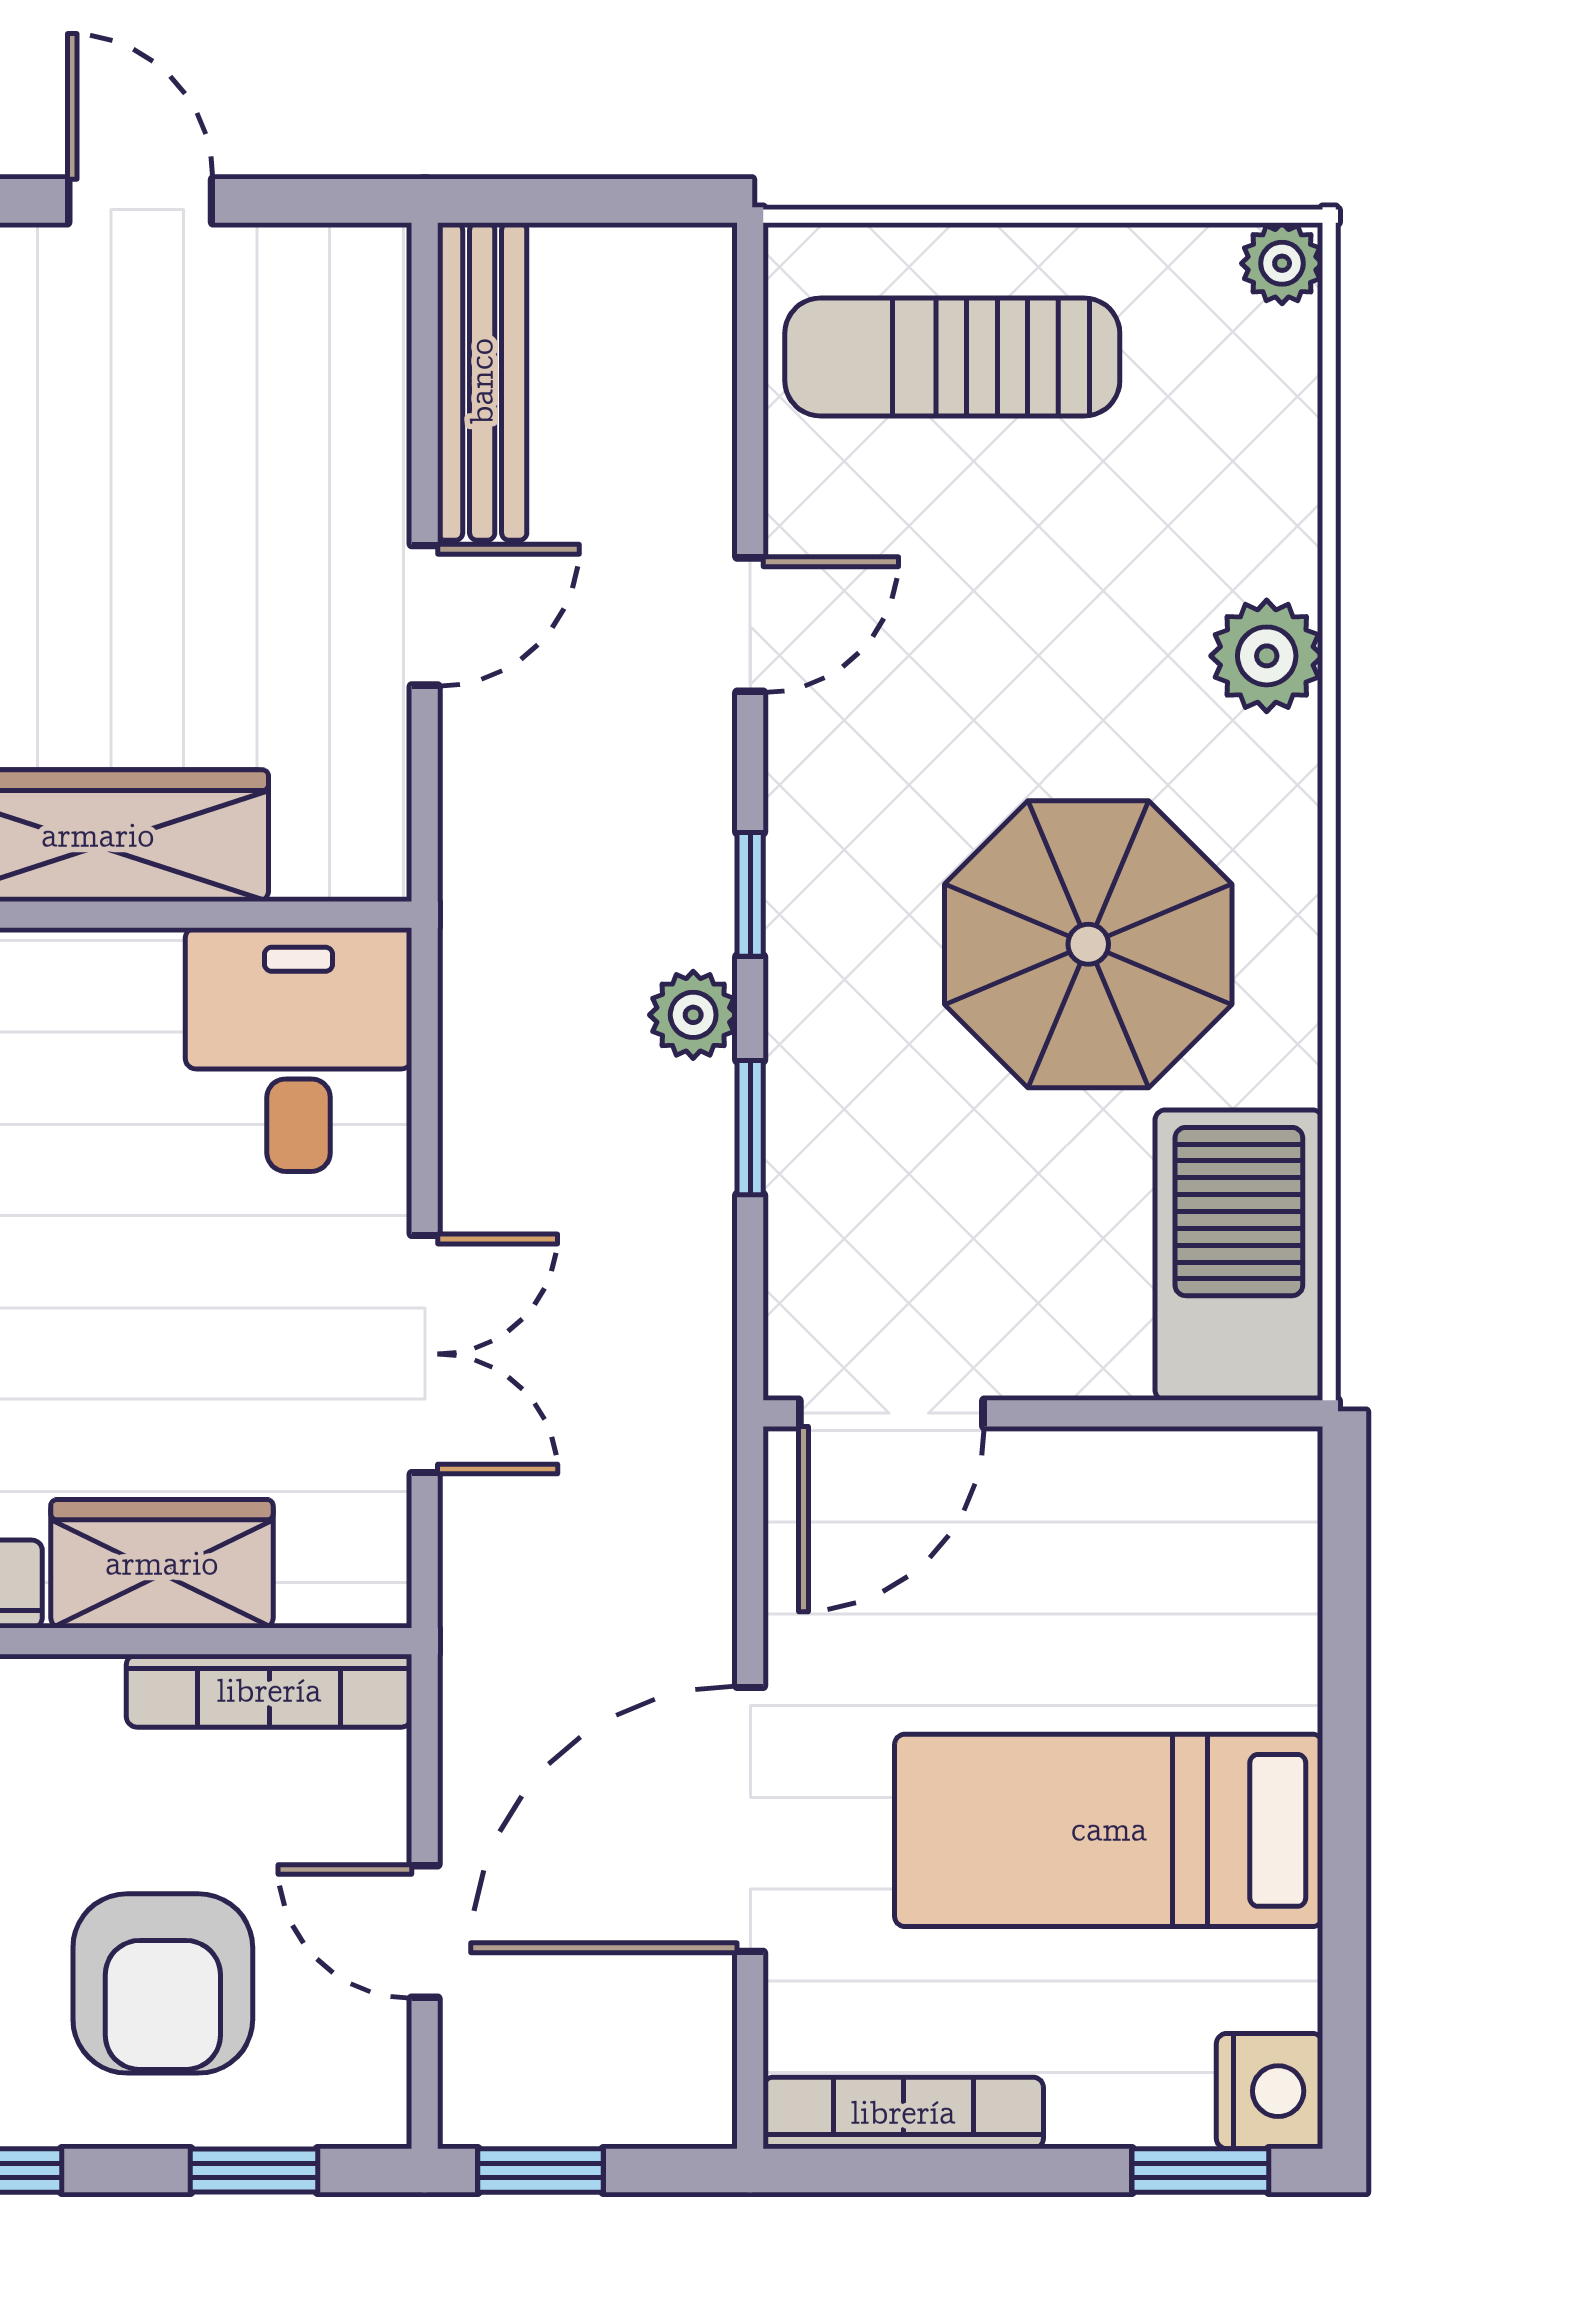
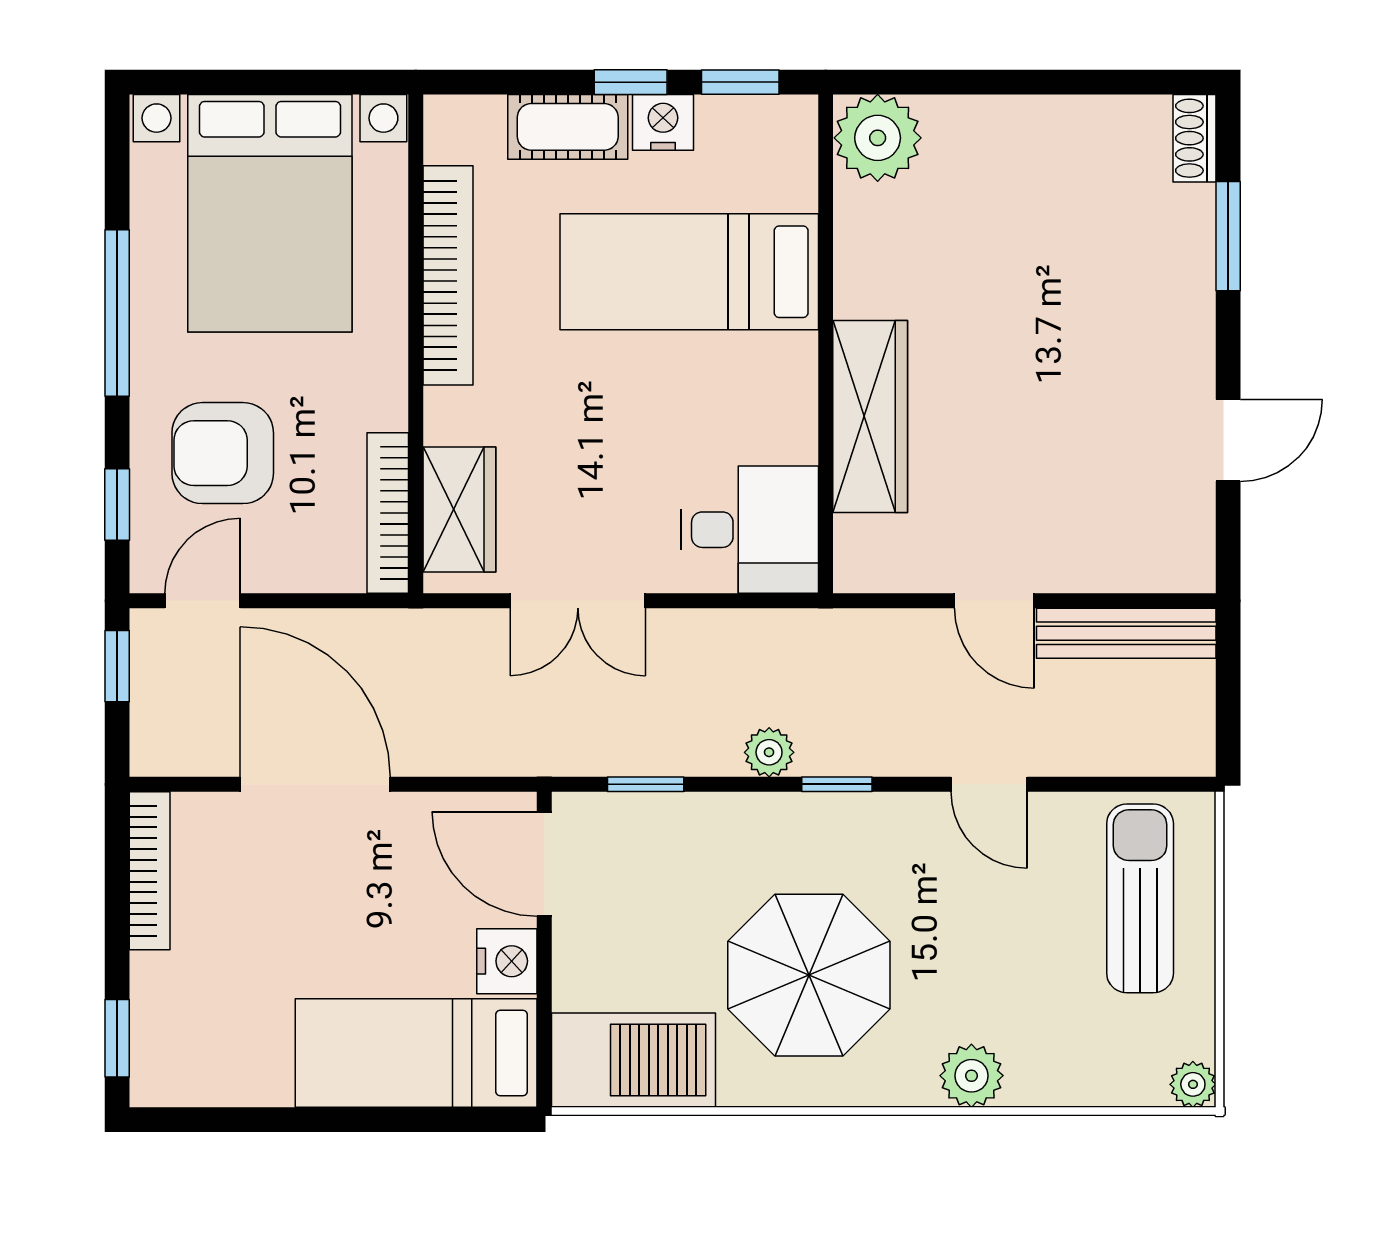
window: (750, 1128) -> (646, 784), moved
wardrobe: (162, 1564) -> (459, 509), moved
bed: (1109, 1830) -> (416, 1053), moved, turned -90
door: (425, 1932) -> (203, 601), moved
nightstand: (1270, 2091) -> (507, 961), moved, turned -90

